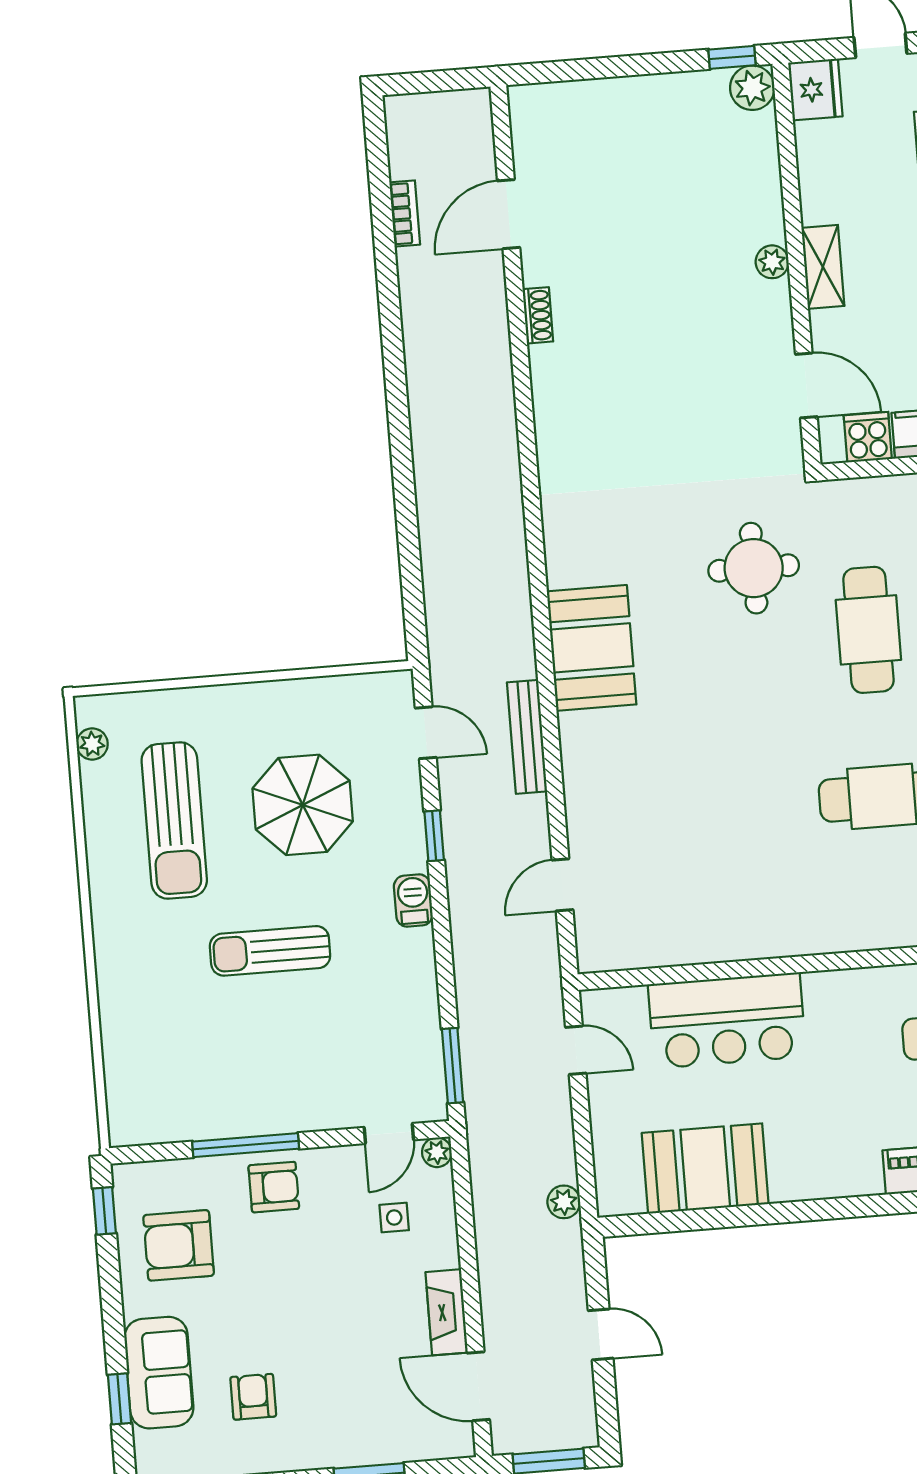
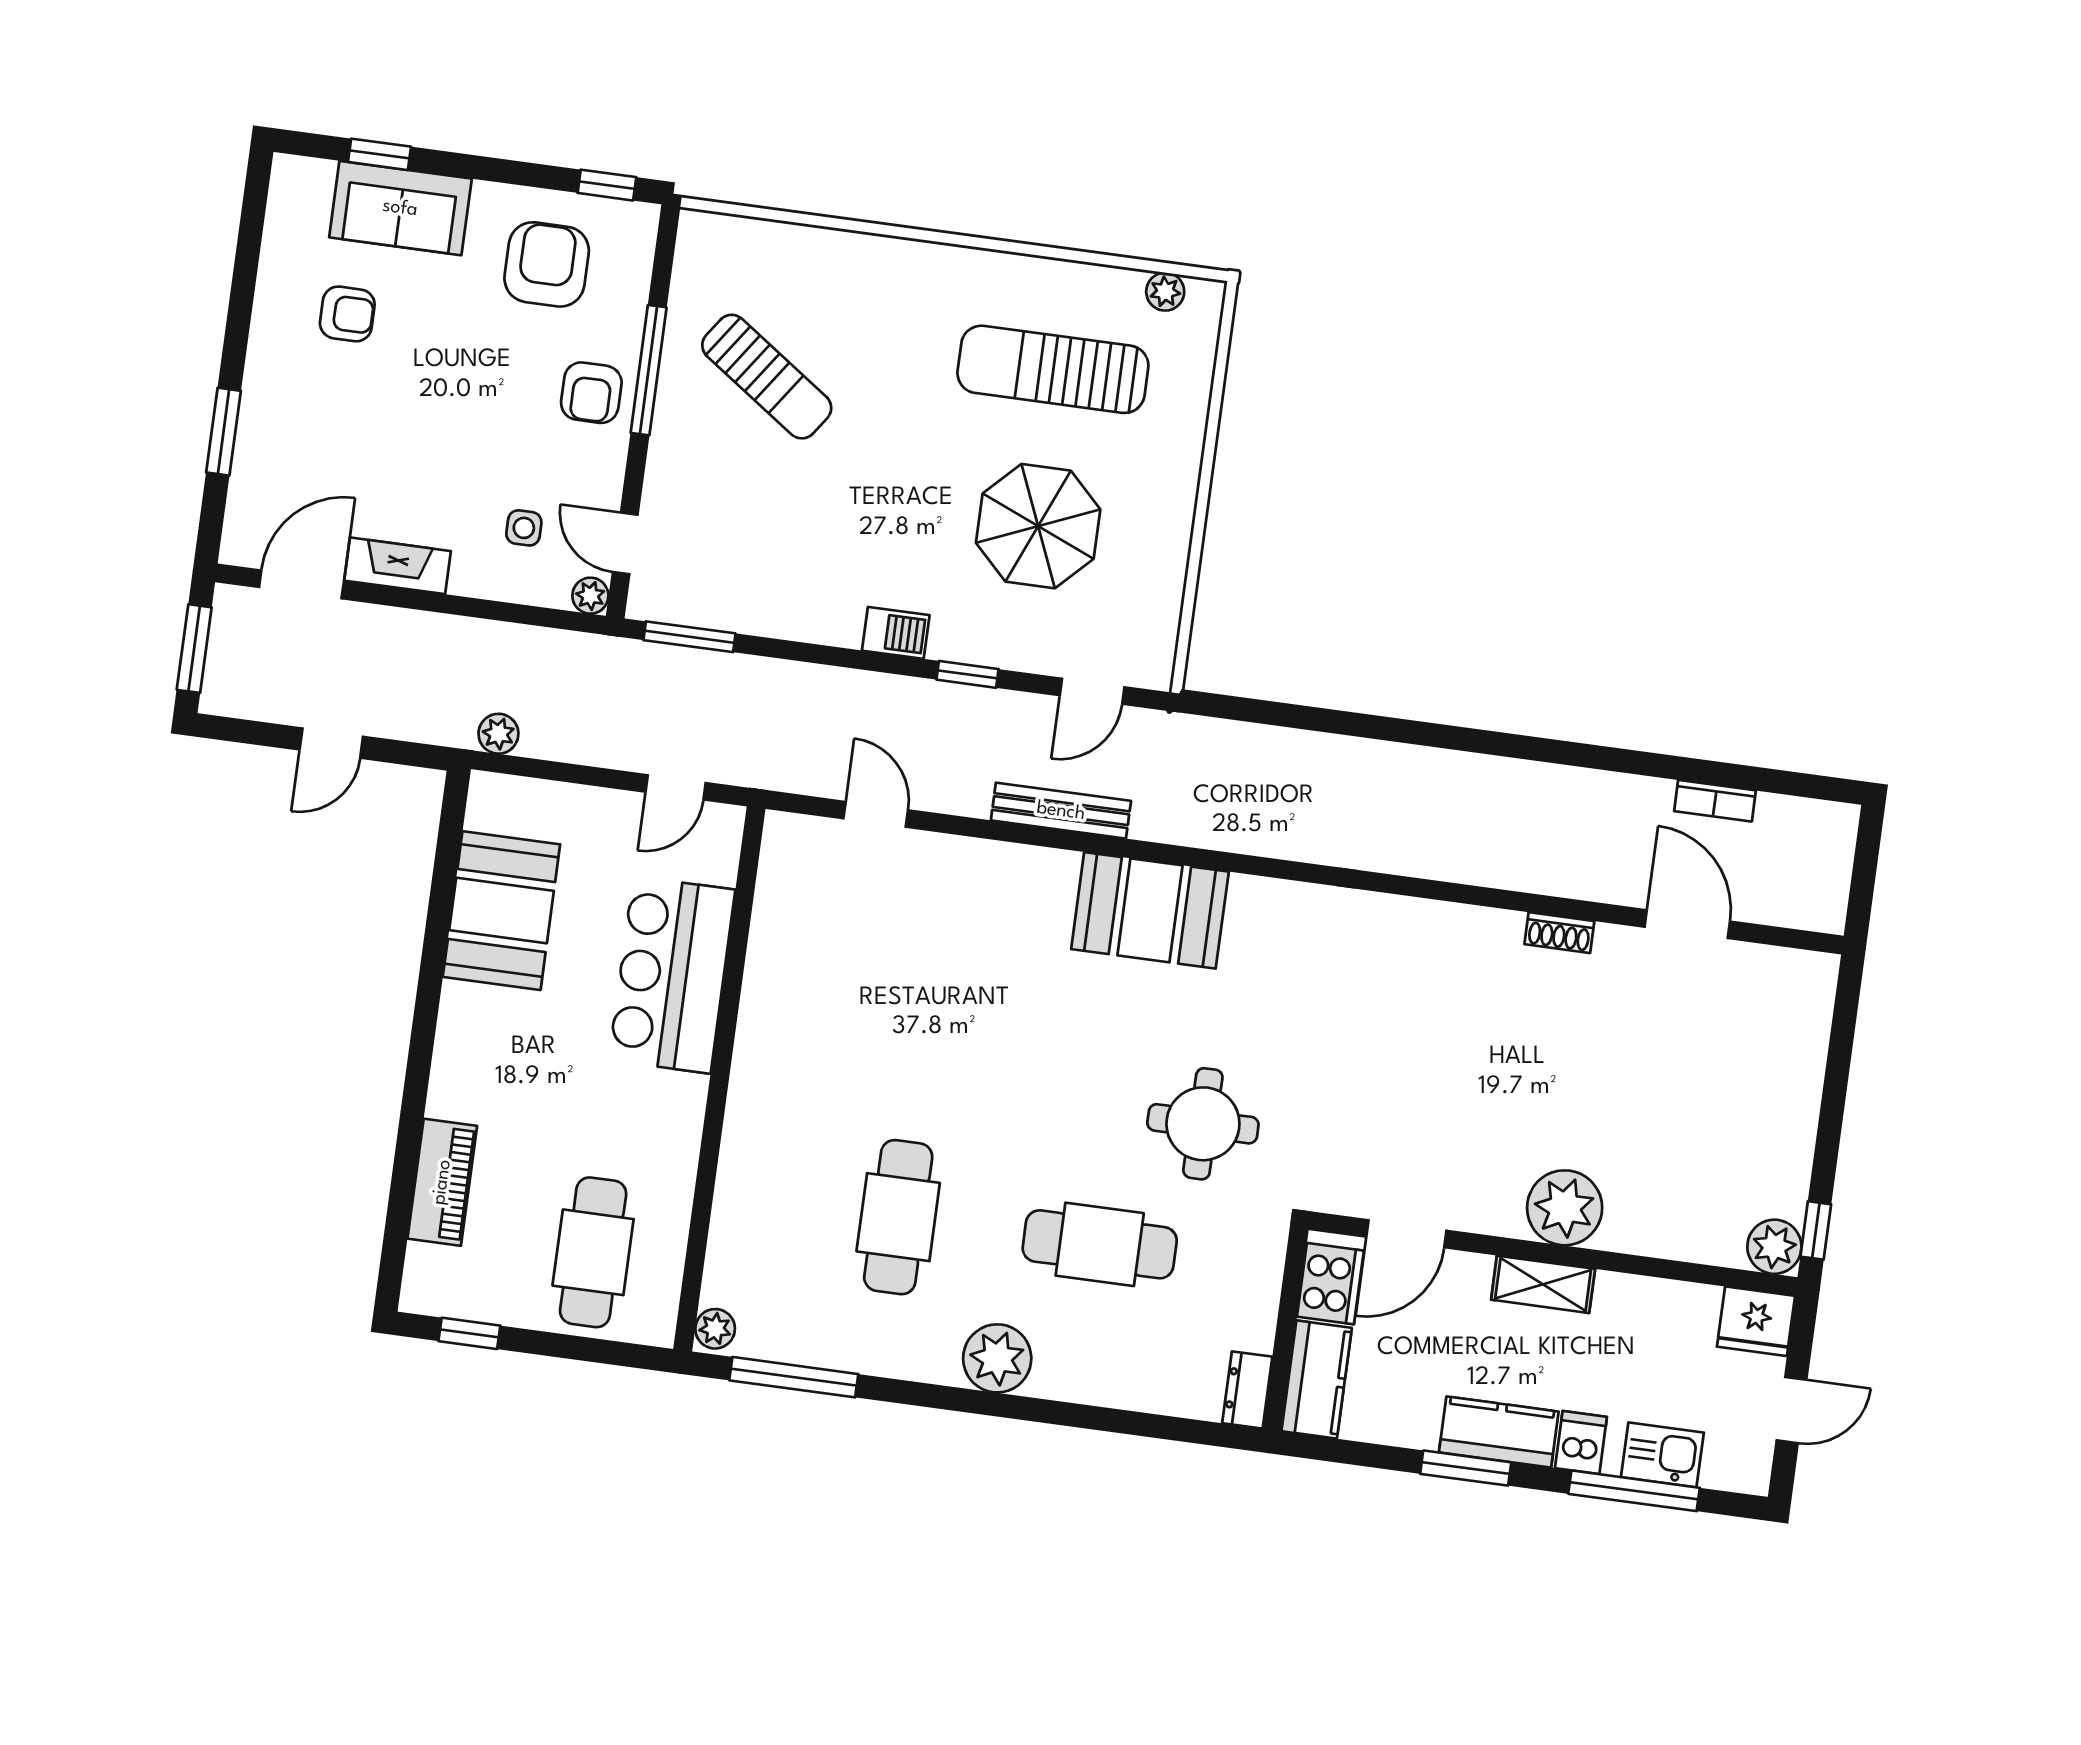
plant: (772, 262) -> (1565, 1208), width x1.88, depth x1.88
cooker: (868, 437) -> (1330, 1284), width x1.36
sun lounger: (270, 951) -> (767, 377), moved, turned 125

